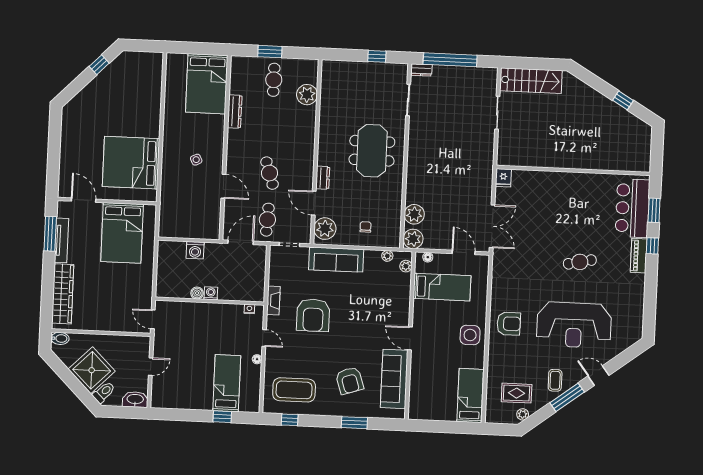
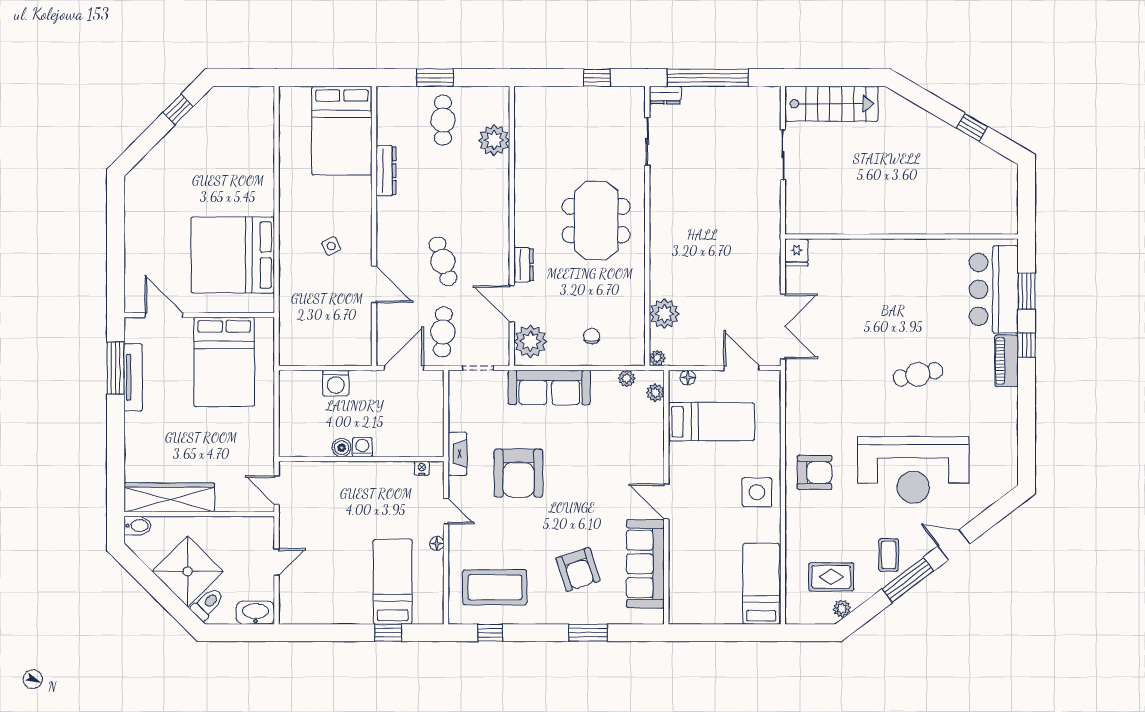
plant: (413, 239) -> (657, 358), width x0.53, depth x0.53
wardrobe: (63, 294) -> (169, 497), moved, turned -90

